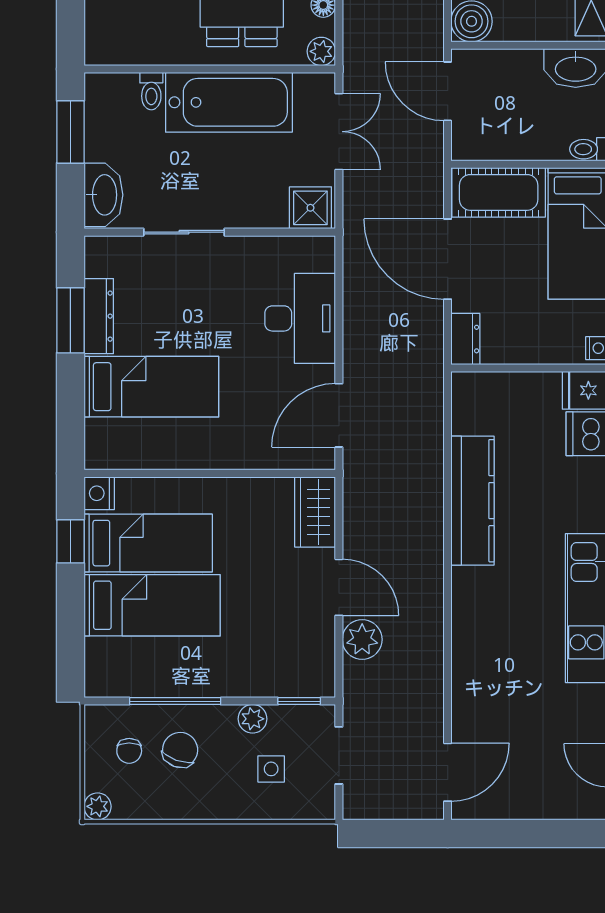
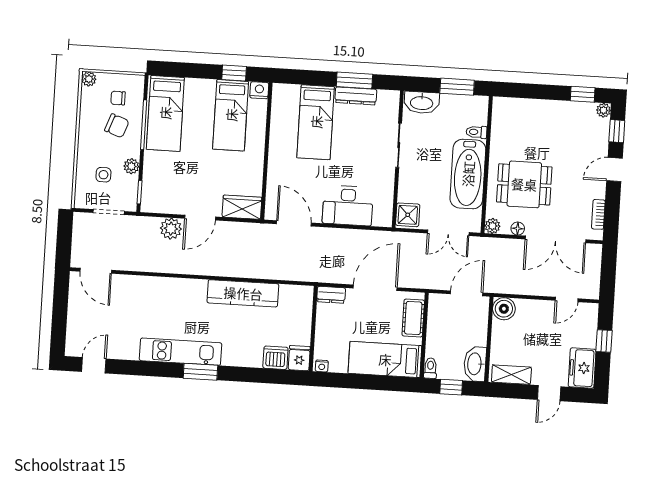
cot: (499, 192) -> (413, 318), width x0.73, depth x0.75
bed: (152, 605) -> (165, 113), moved

